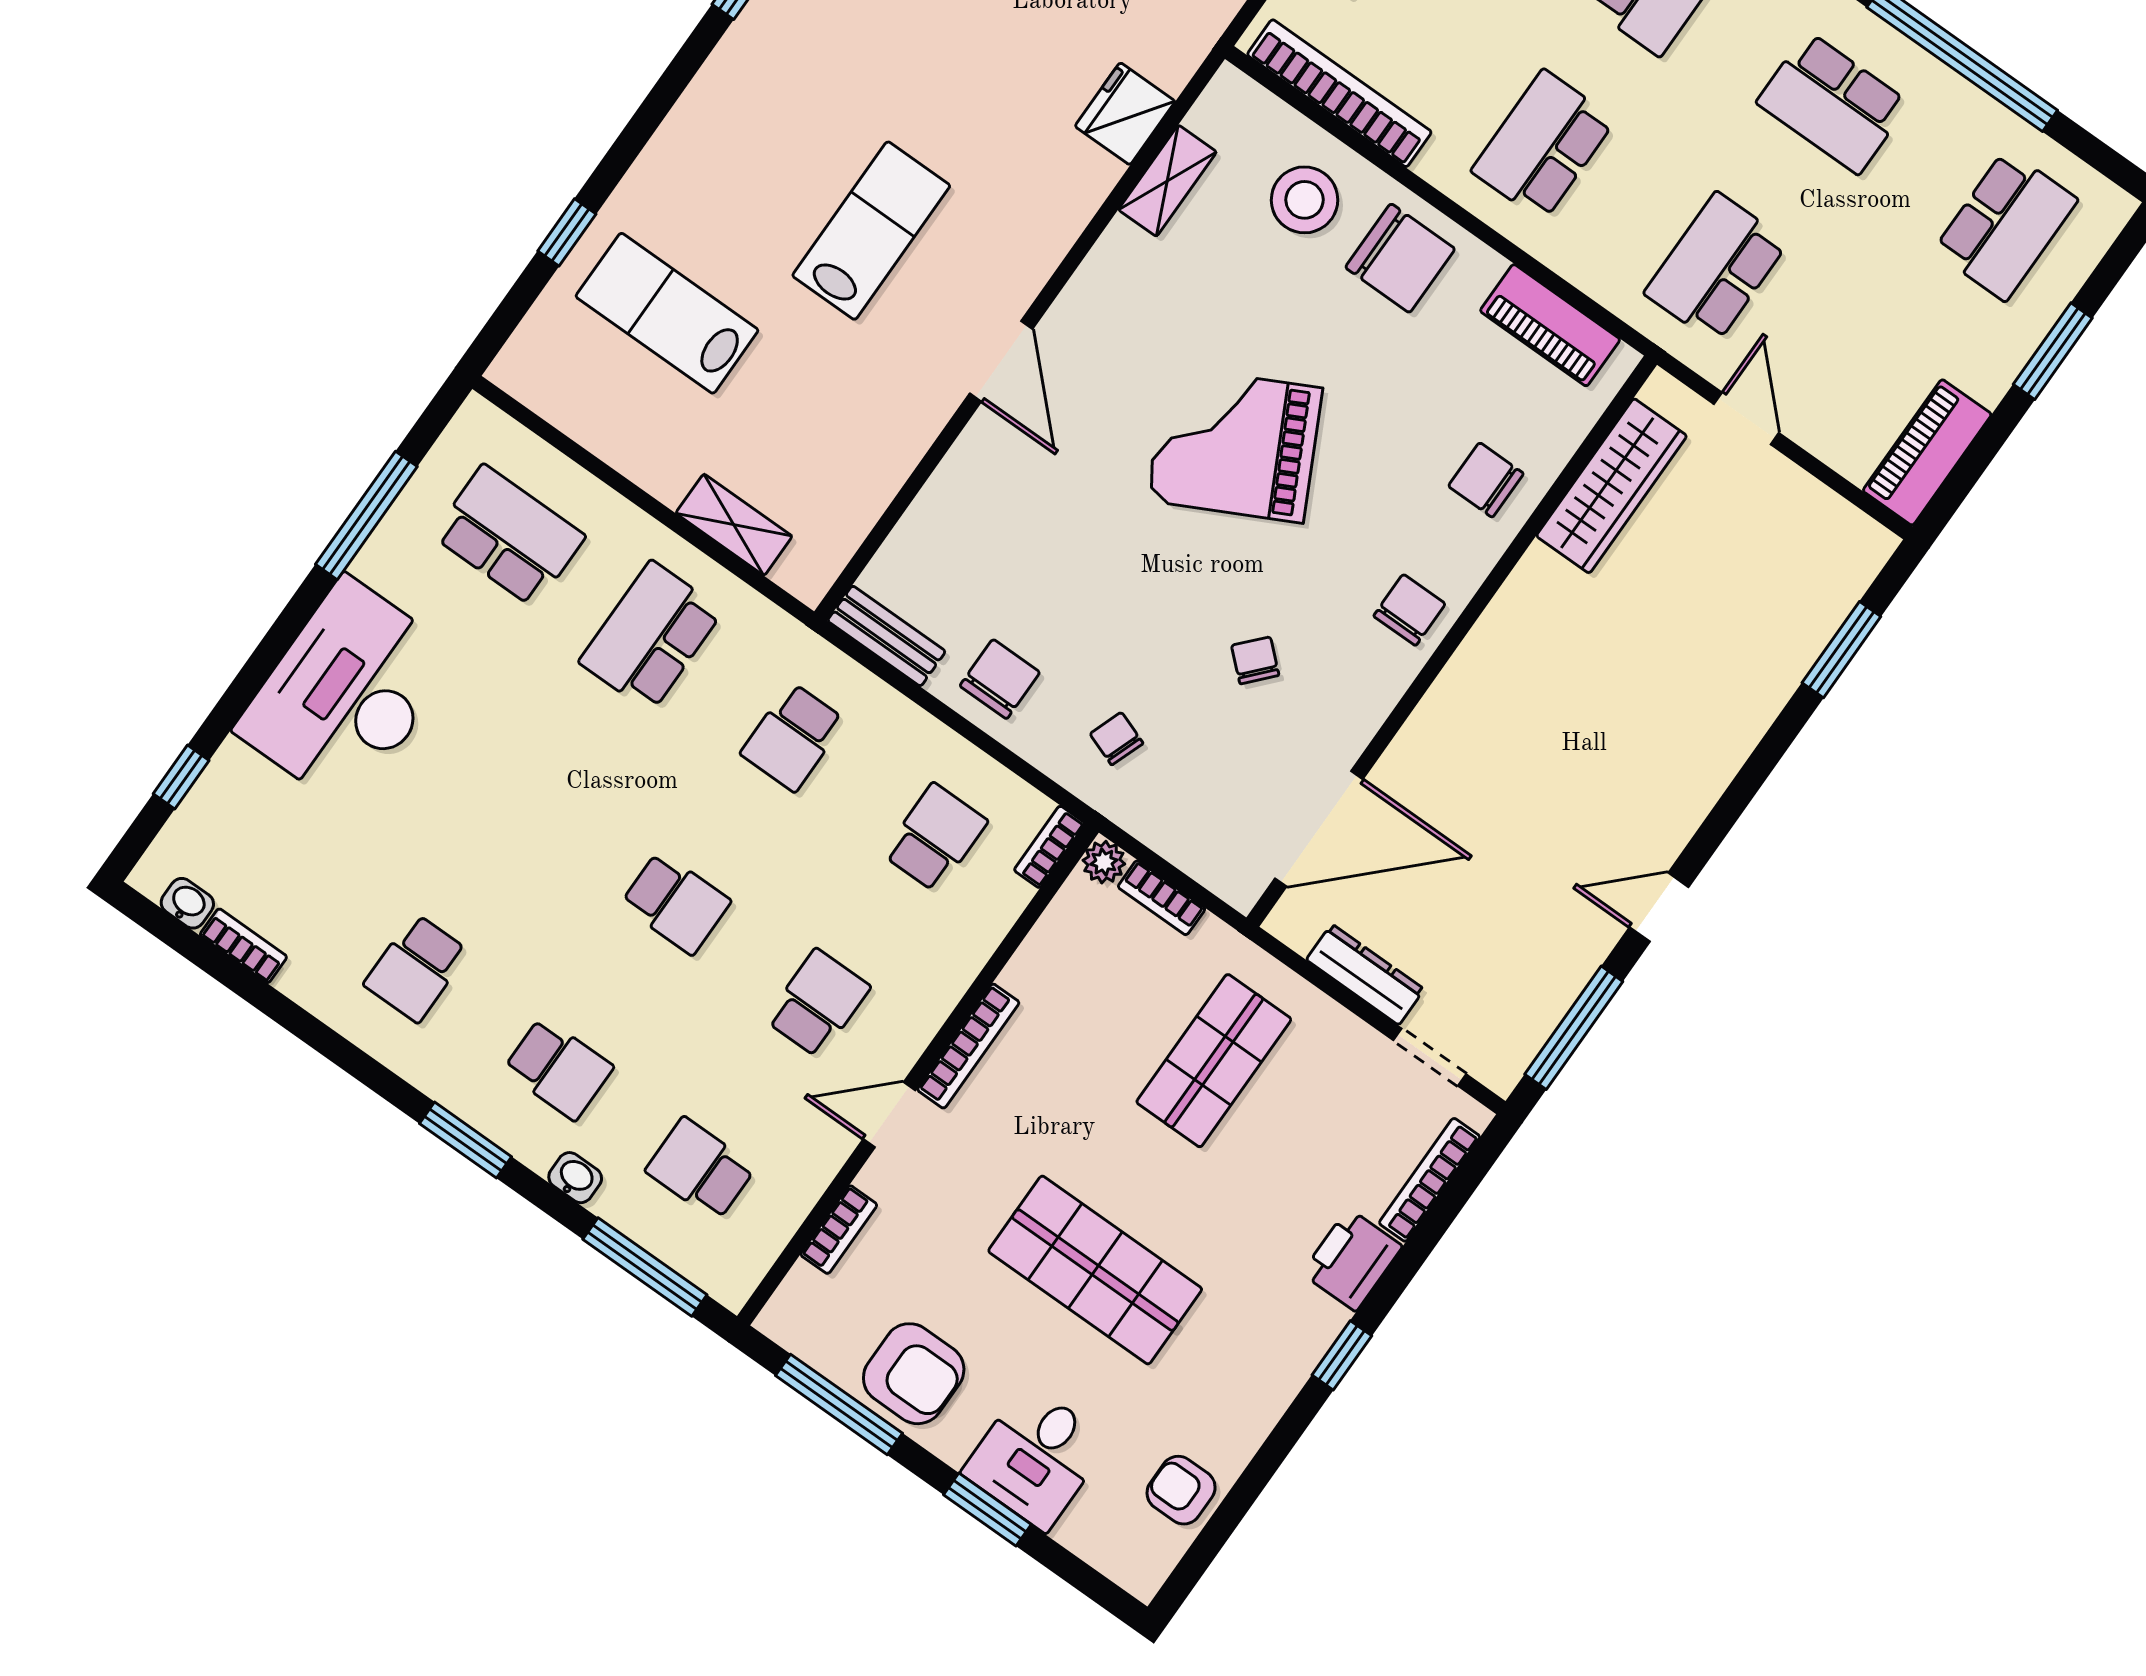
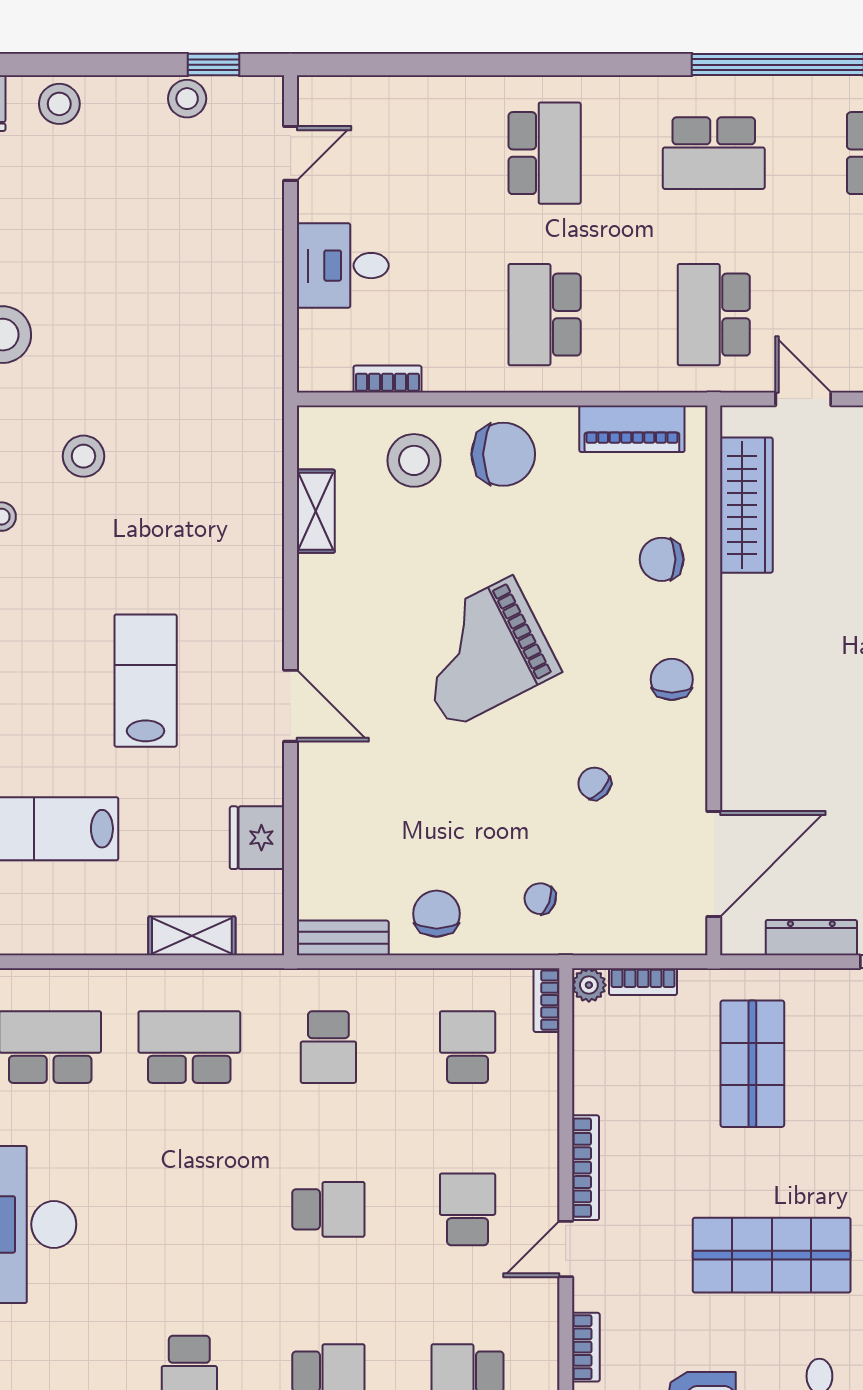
bookcase: (1339, 93) -> (387, 379), width x0.43, depth x0.76
fridge: (1125, 114) -> (257, 838), moved
school desk: (651, 636) -> (189, 1047), turned 90

